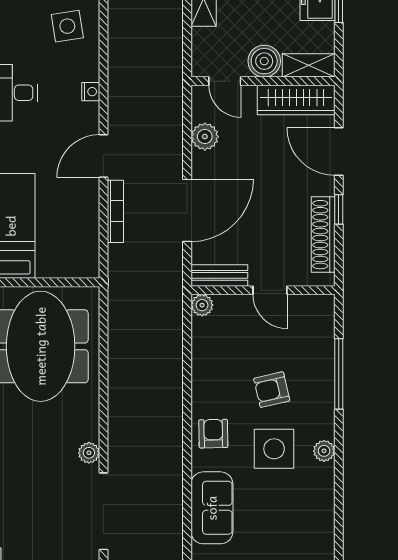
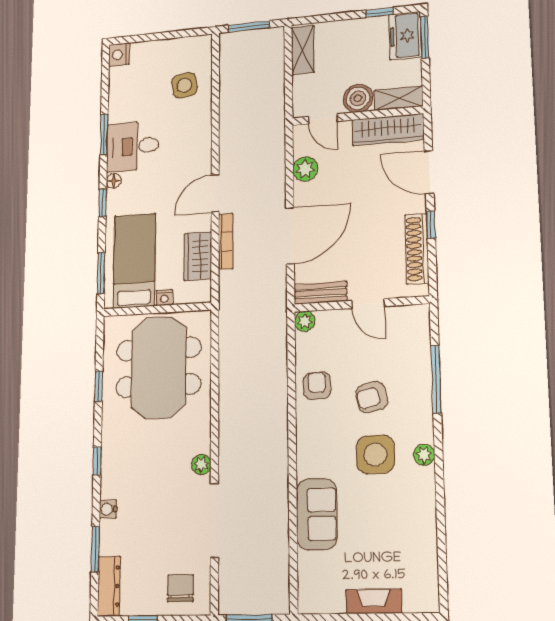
nightstand: (91, 92) -> (164, 298), moved, turned 90
wardrobe: (84, 226) -> (198, 256), added
armchair: (213, 434) -> (317, 386), moved

